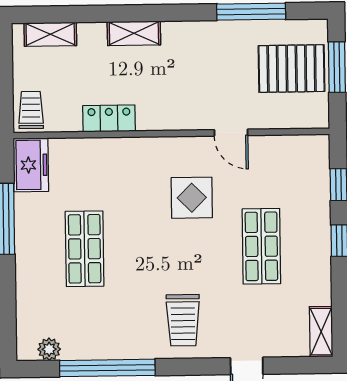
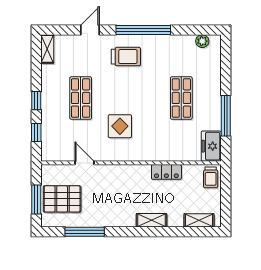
door: (231, 133) -> (84, 163), moved
trolley: (183, 320) -> (126, 57), turned 90
window: (107, 368) -> (143, 30), moved

